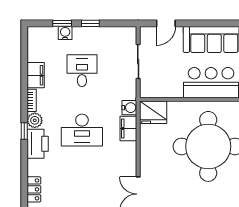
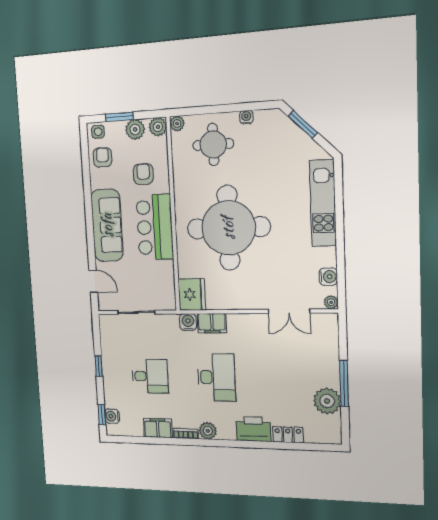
window: (62, 23) -> (102, 415), moved
water cooler: (65, 33) -> (112, 416), moved
desk: (82, 71) -> (150, 376), turned 180
window: (24, 131) -> (220, 443), removed
printer: (38, 144) -> (253, 429), moved

